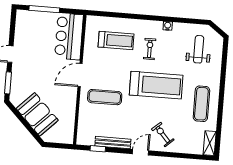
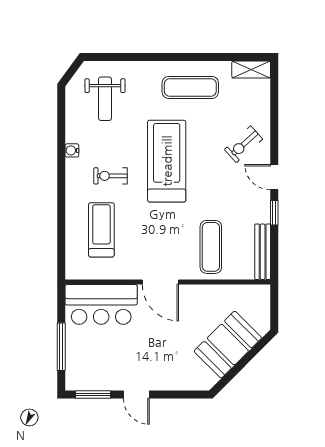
weight bench: (199, 49) -> (105, 99), turned -90
window: (8, 83) -> (93, 394), moved
exercise mat: (105, 97) -> (211, 247), moved
bench: (113, 143) -> (263, 252), moved
window: (98, 149) -> (274, 213), moved

